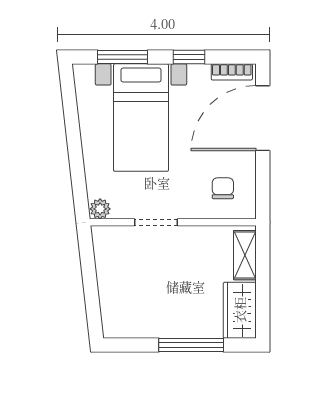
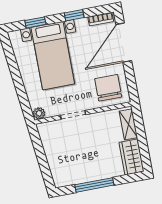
window: (122, 57) -> (35, 22), width x0.67
chair: (223, 188) -> (108, 88), width x1.87, depth x1.87
window: (191, 345) -> (94, 185), moved

